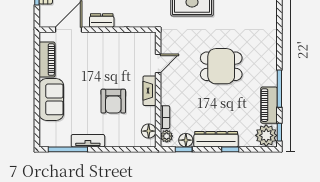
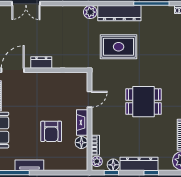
floor lamp: (149, 131) -> (81, 143), moved

